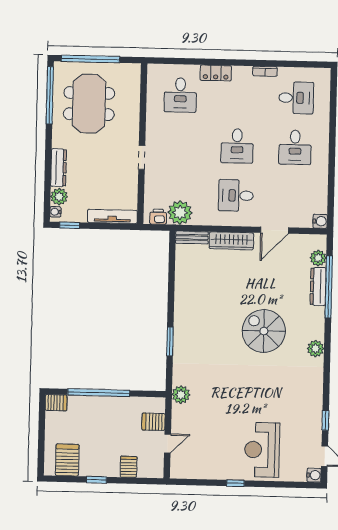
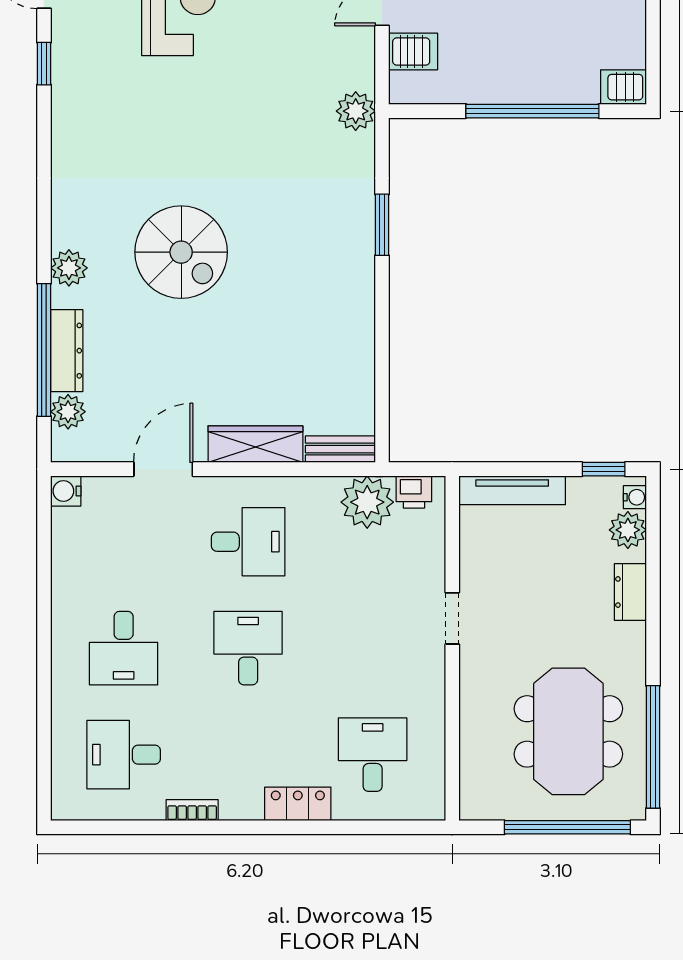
desk: (295, 147) -> (124, 648), turned 180
dresser: (59, 168) -> (630, 592), width x0.70
plant: (316, 349) -> (69, 268), moved

